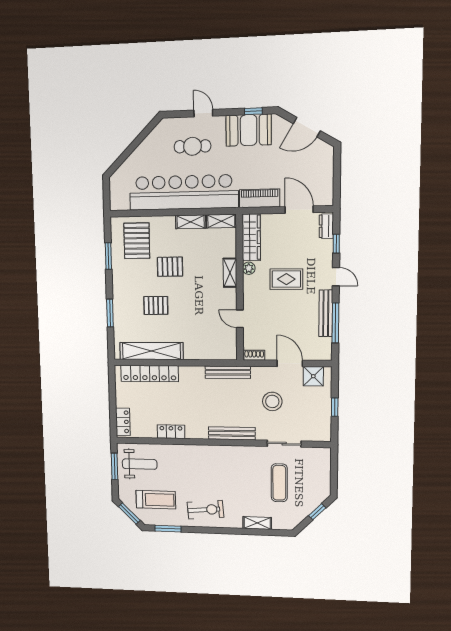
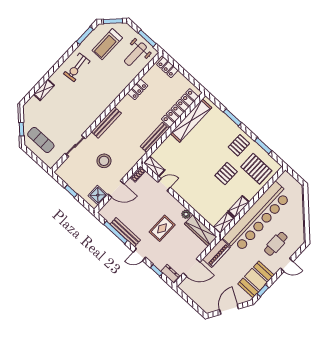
shelving: (230, 273) -> (154, 166), moved
pallet: (156, 305) -> (239, 145), moved
bench: (228, 372) -> (155, 137), moved
exercise mat: (279, 483) -> (41, 140), moved

